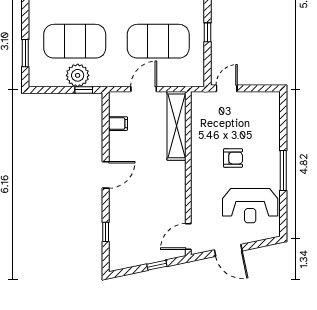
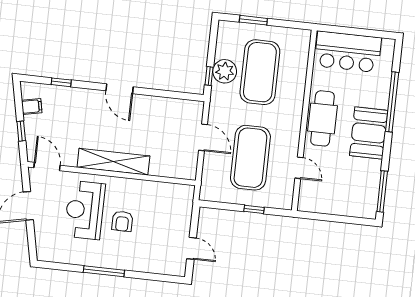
door: (227, 88) -> (192, 248), moved
filing cabinet: (118, 124) -> (32, 106), moved, turned -102
shelving: (177, 126) -> (113, 162), moved
reception desk: (250, 206) -> (85, 210), moved

